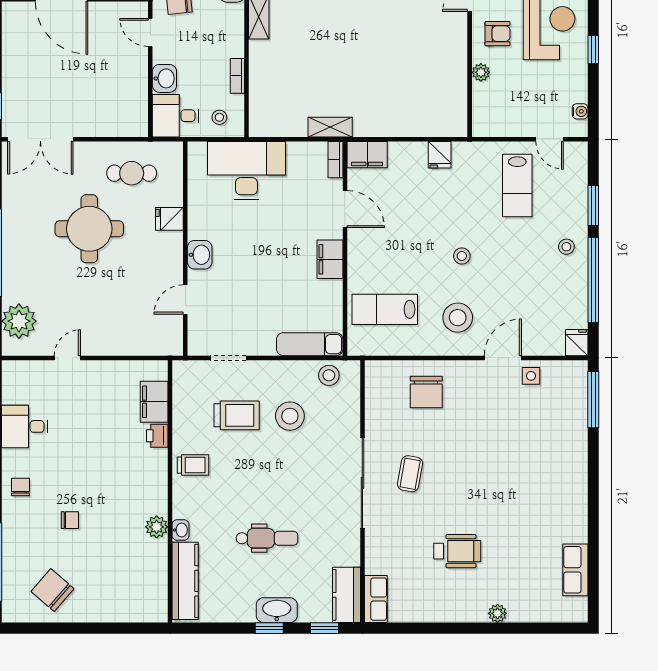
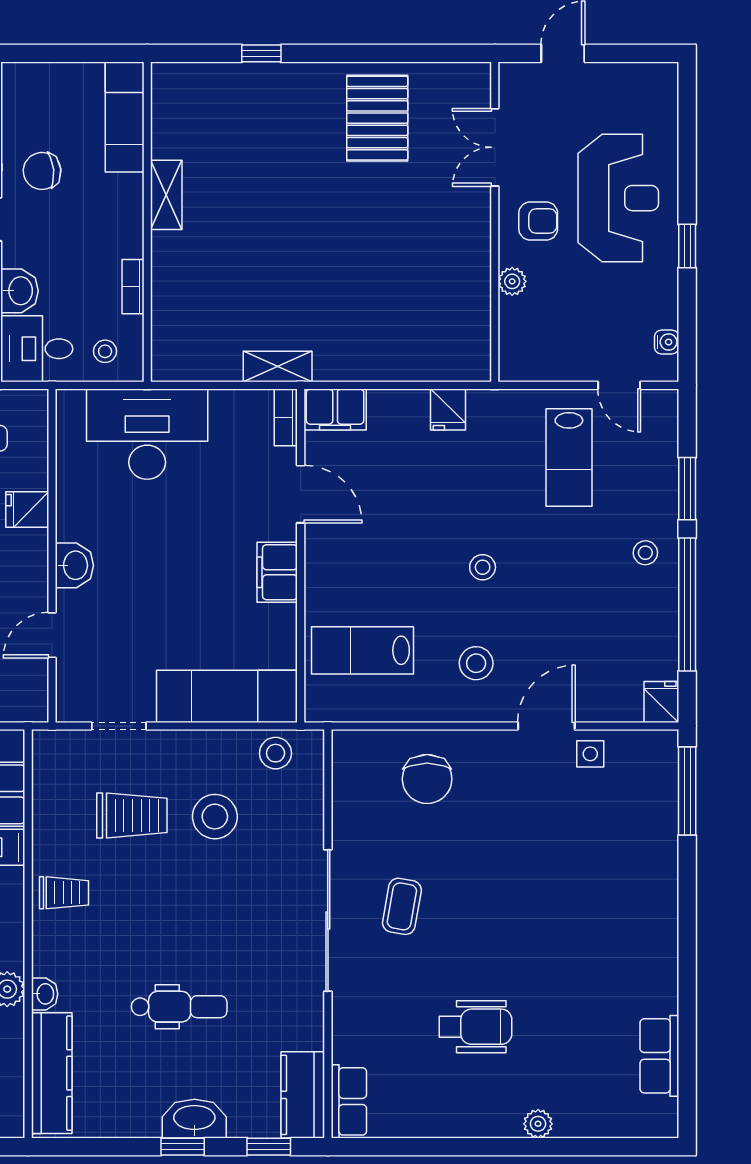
stool: (458, 318) -> (476, 663), width x0.73, depth x0.73
exam couch: (310, 344) -> (227, 696), width x1.36, depth x1.45

